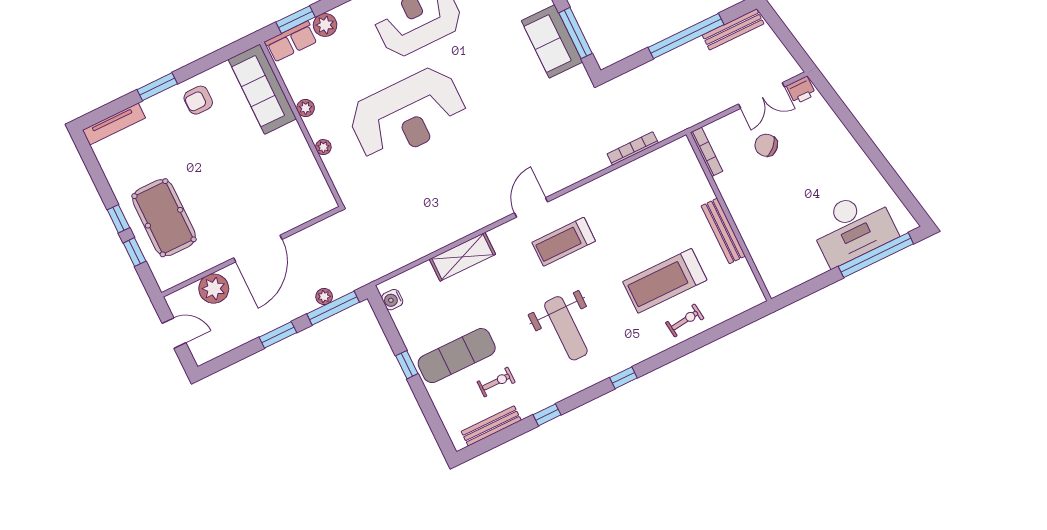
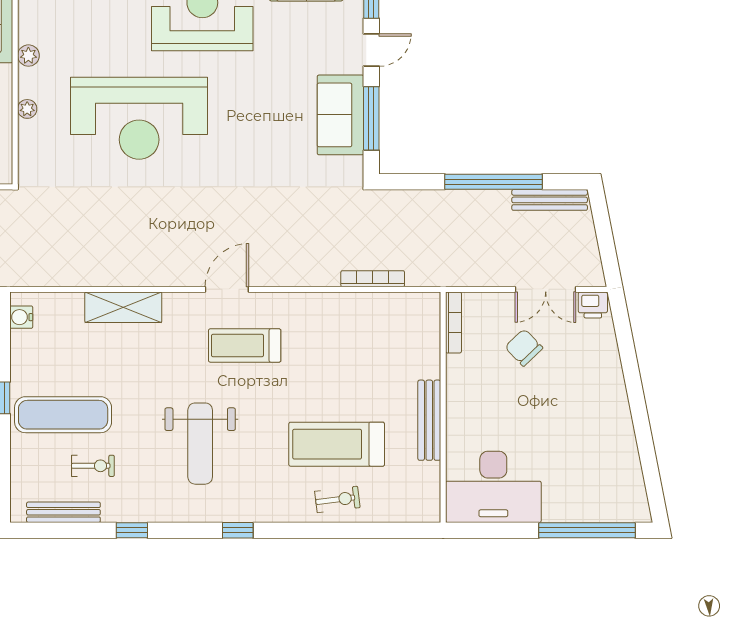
desk: (853, 228) -> (493, 487), moved

